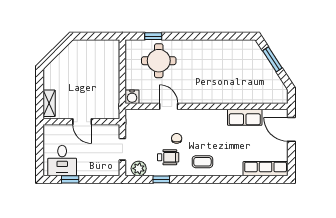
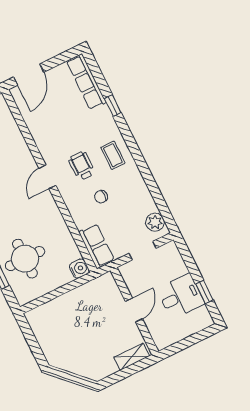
door: (169, 106) -> (47, 177), moved
row of seats: (245, 117) -> (97, 246), moved
wheelchair: (168, 157) -> (82, 166), moved
desk: (62, 161) -> (181, 296), moved
window: (161, 179) -> (113, 106), moved

